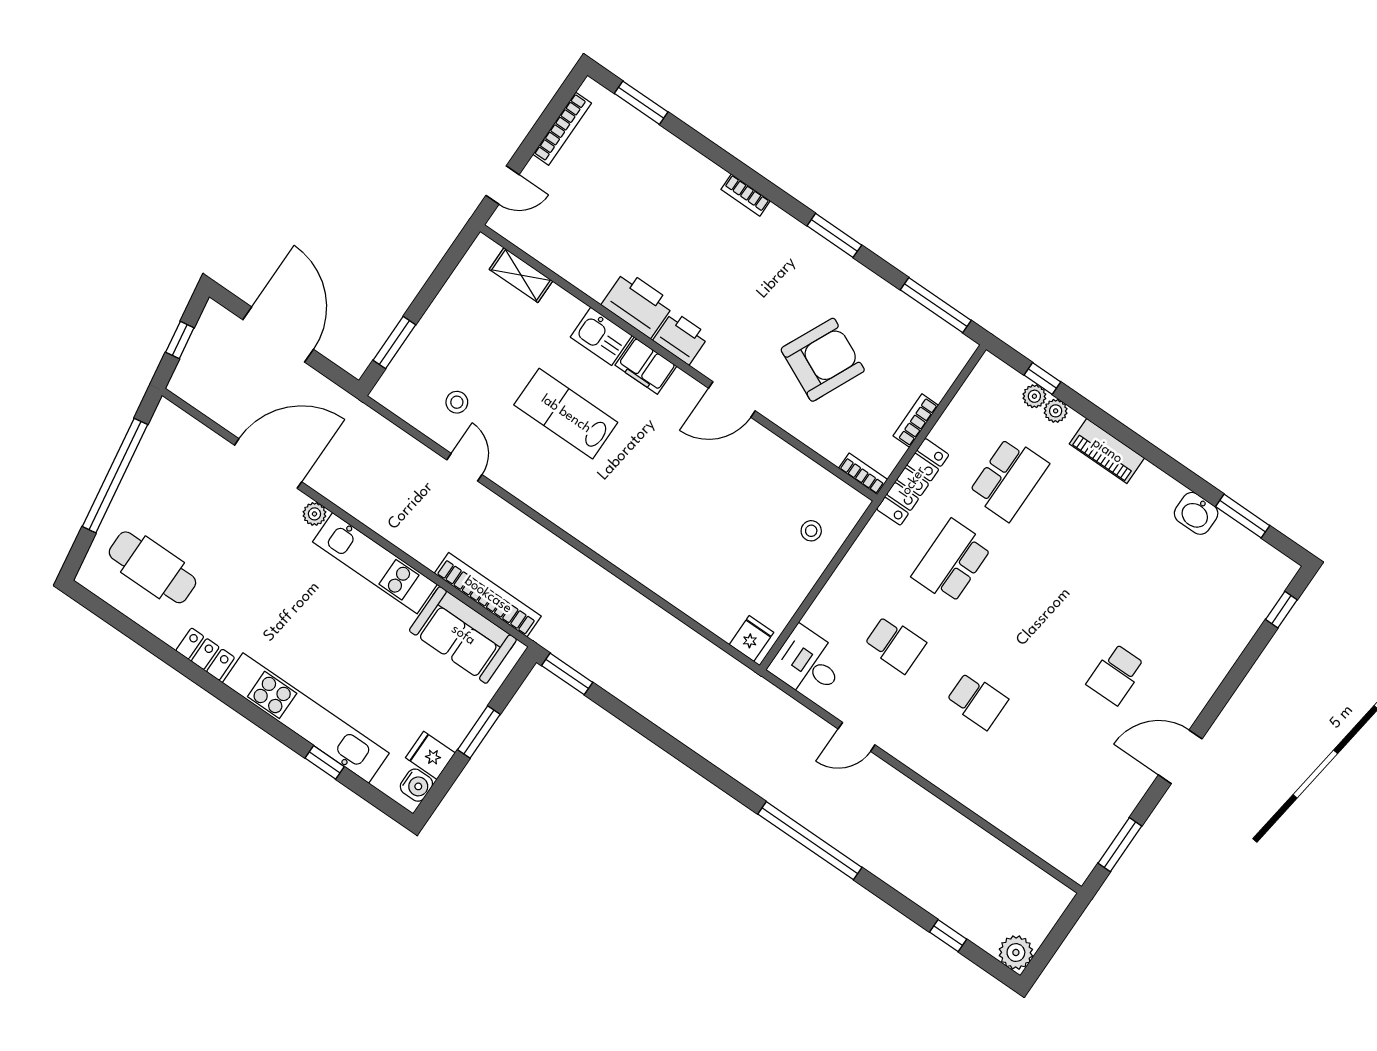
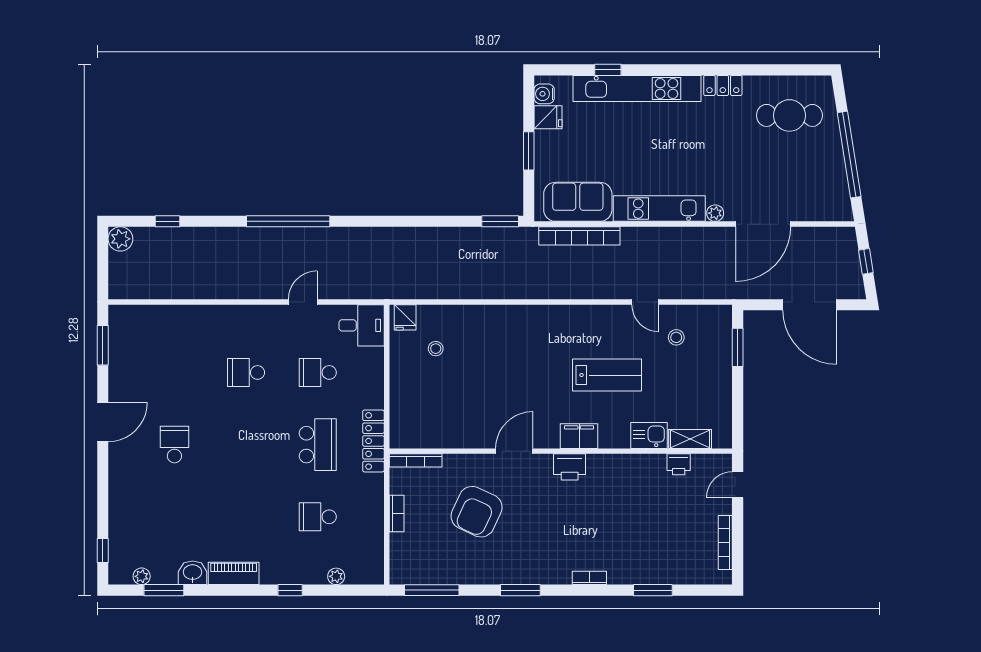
window: (641, 103) -> (653, 590), moved
printer: (638, 304) -> (679, 464), moved, width x0.53, depth x0.68
kitchen sink: (601, 336) -> (649, 435), moved
window: (1042, 378) -> (290, 590), moved
plant: (1056, 411) -> (142, 576), moved
piano: (1107, 451) -> (234, 573), moved
bookcase: (863, 474) -> (416, 460), width x1.56
school desk: (1009, 479) -> (318, 517), width x0.54
locker: (913, 482) -> (373, 441), moved
stool: (811, 531) -> (436, 349), moved

